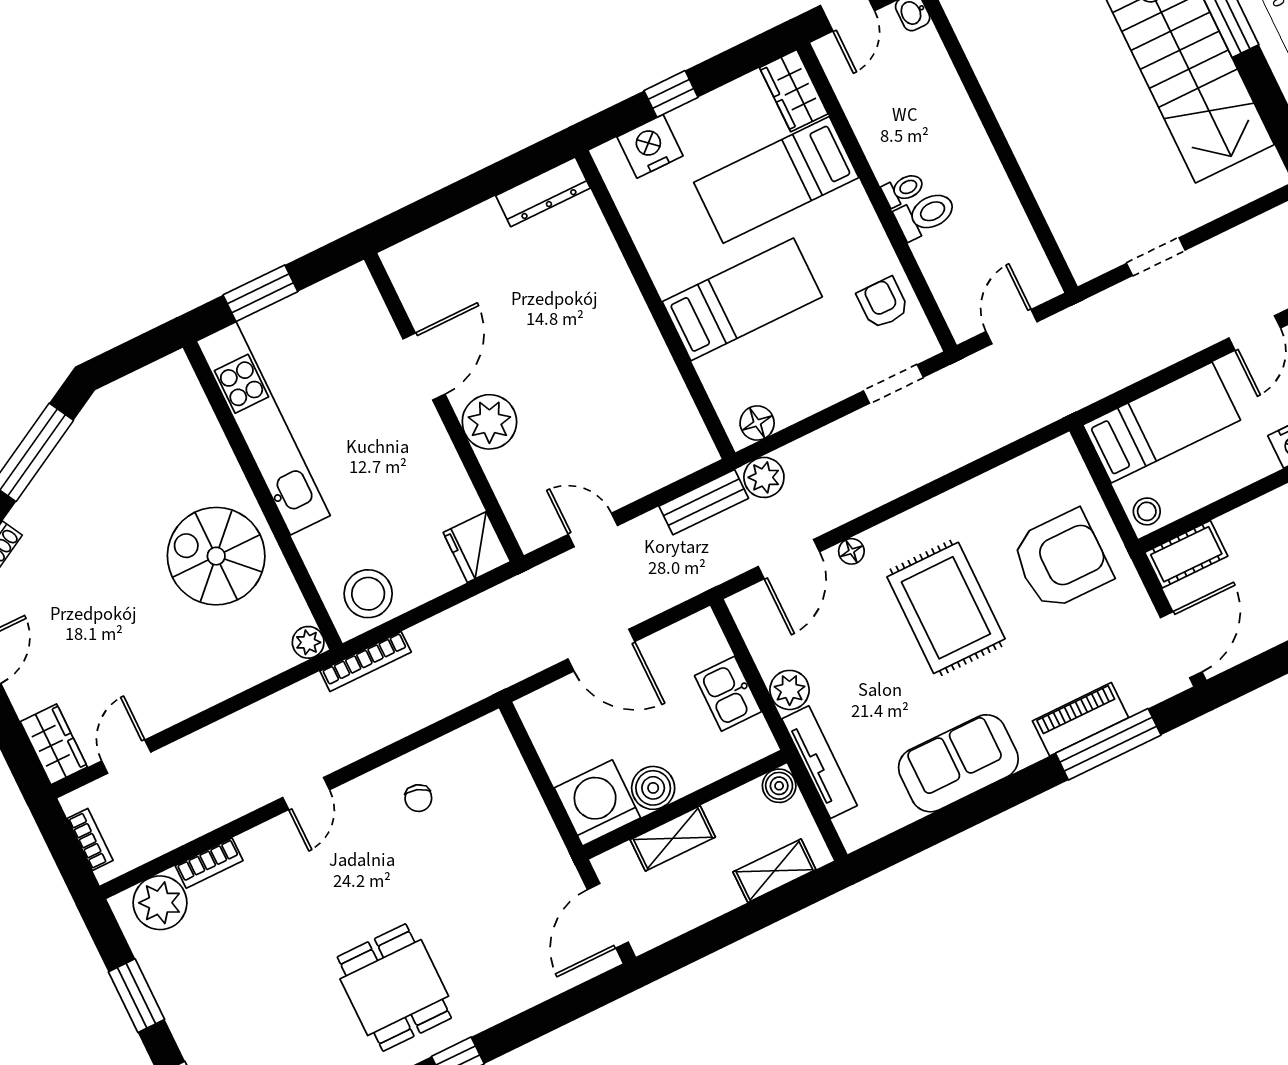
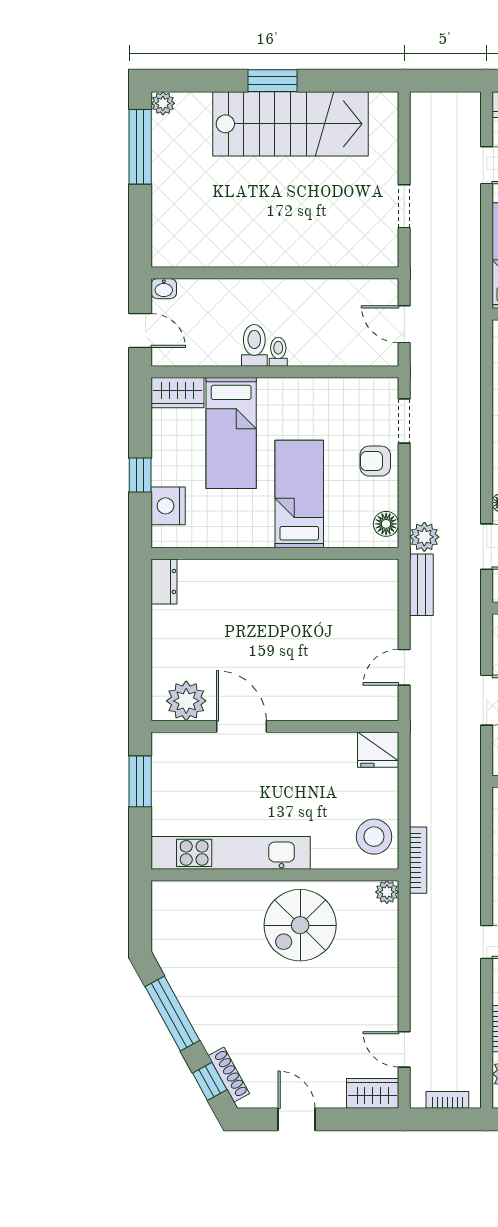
dresser: (543, 192) -> (164, 581), width x0.70
toilet: (925, 215) -> (254, 345), moved
window: (260, 293) -> (140, 781), moved
armchair: (883, 303) -> (375, 461), moved
plant: (489, 422) -> (186, 701), moved

